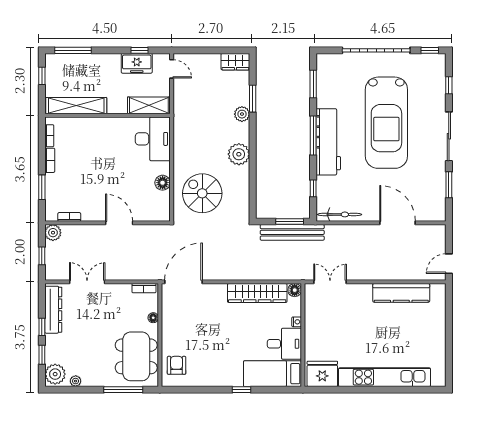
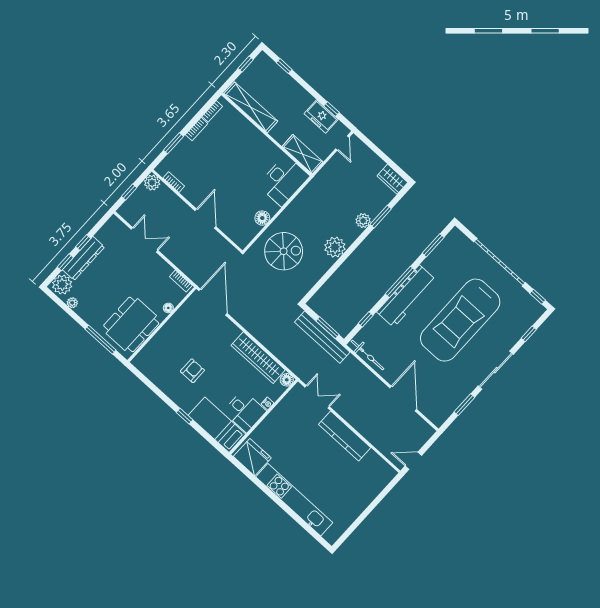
window: (73, 50) -> (284, 66), width x0.46
spiral stairs: (202, 193) -> (284, 251), turned 90
door: (183, 282) -> (213, 302), hinge flipped
kitchen counter: (401, 293) -> (345, 436), moved
dresser: (53, 310) -> (83, 258), moved
armchair: (177, 365) -> (192, 371), moved

